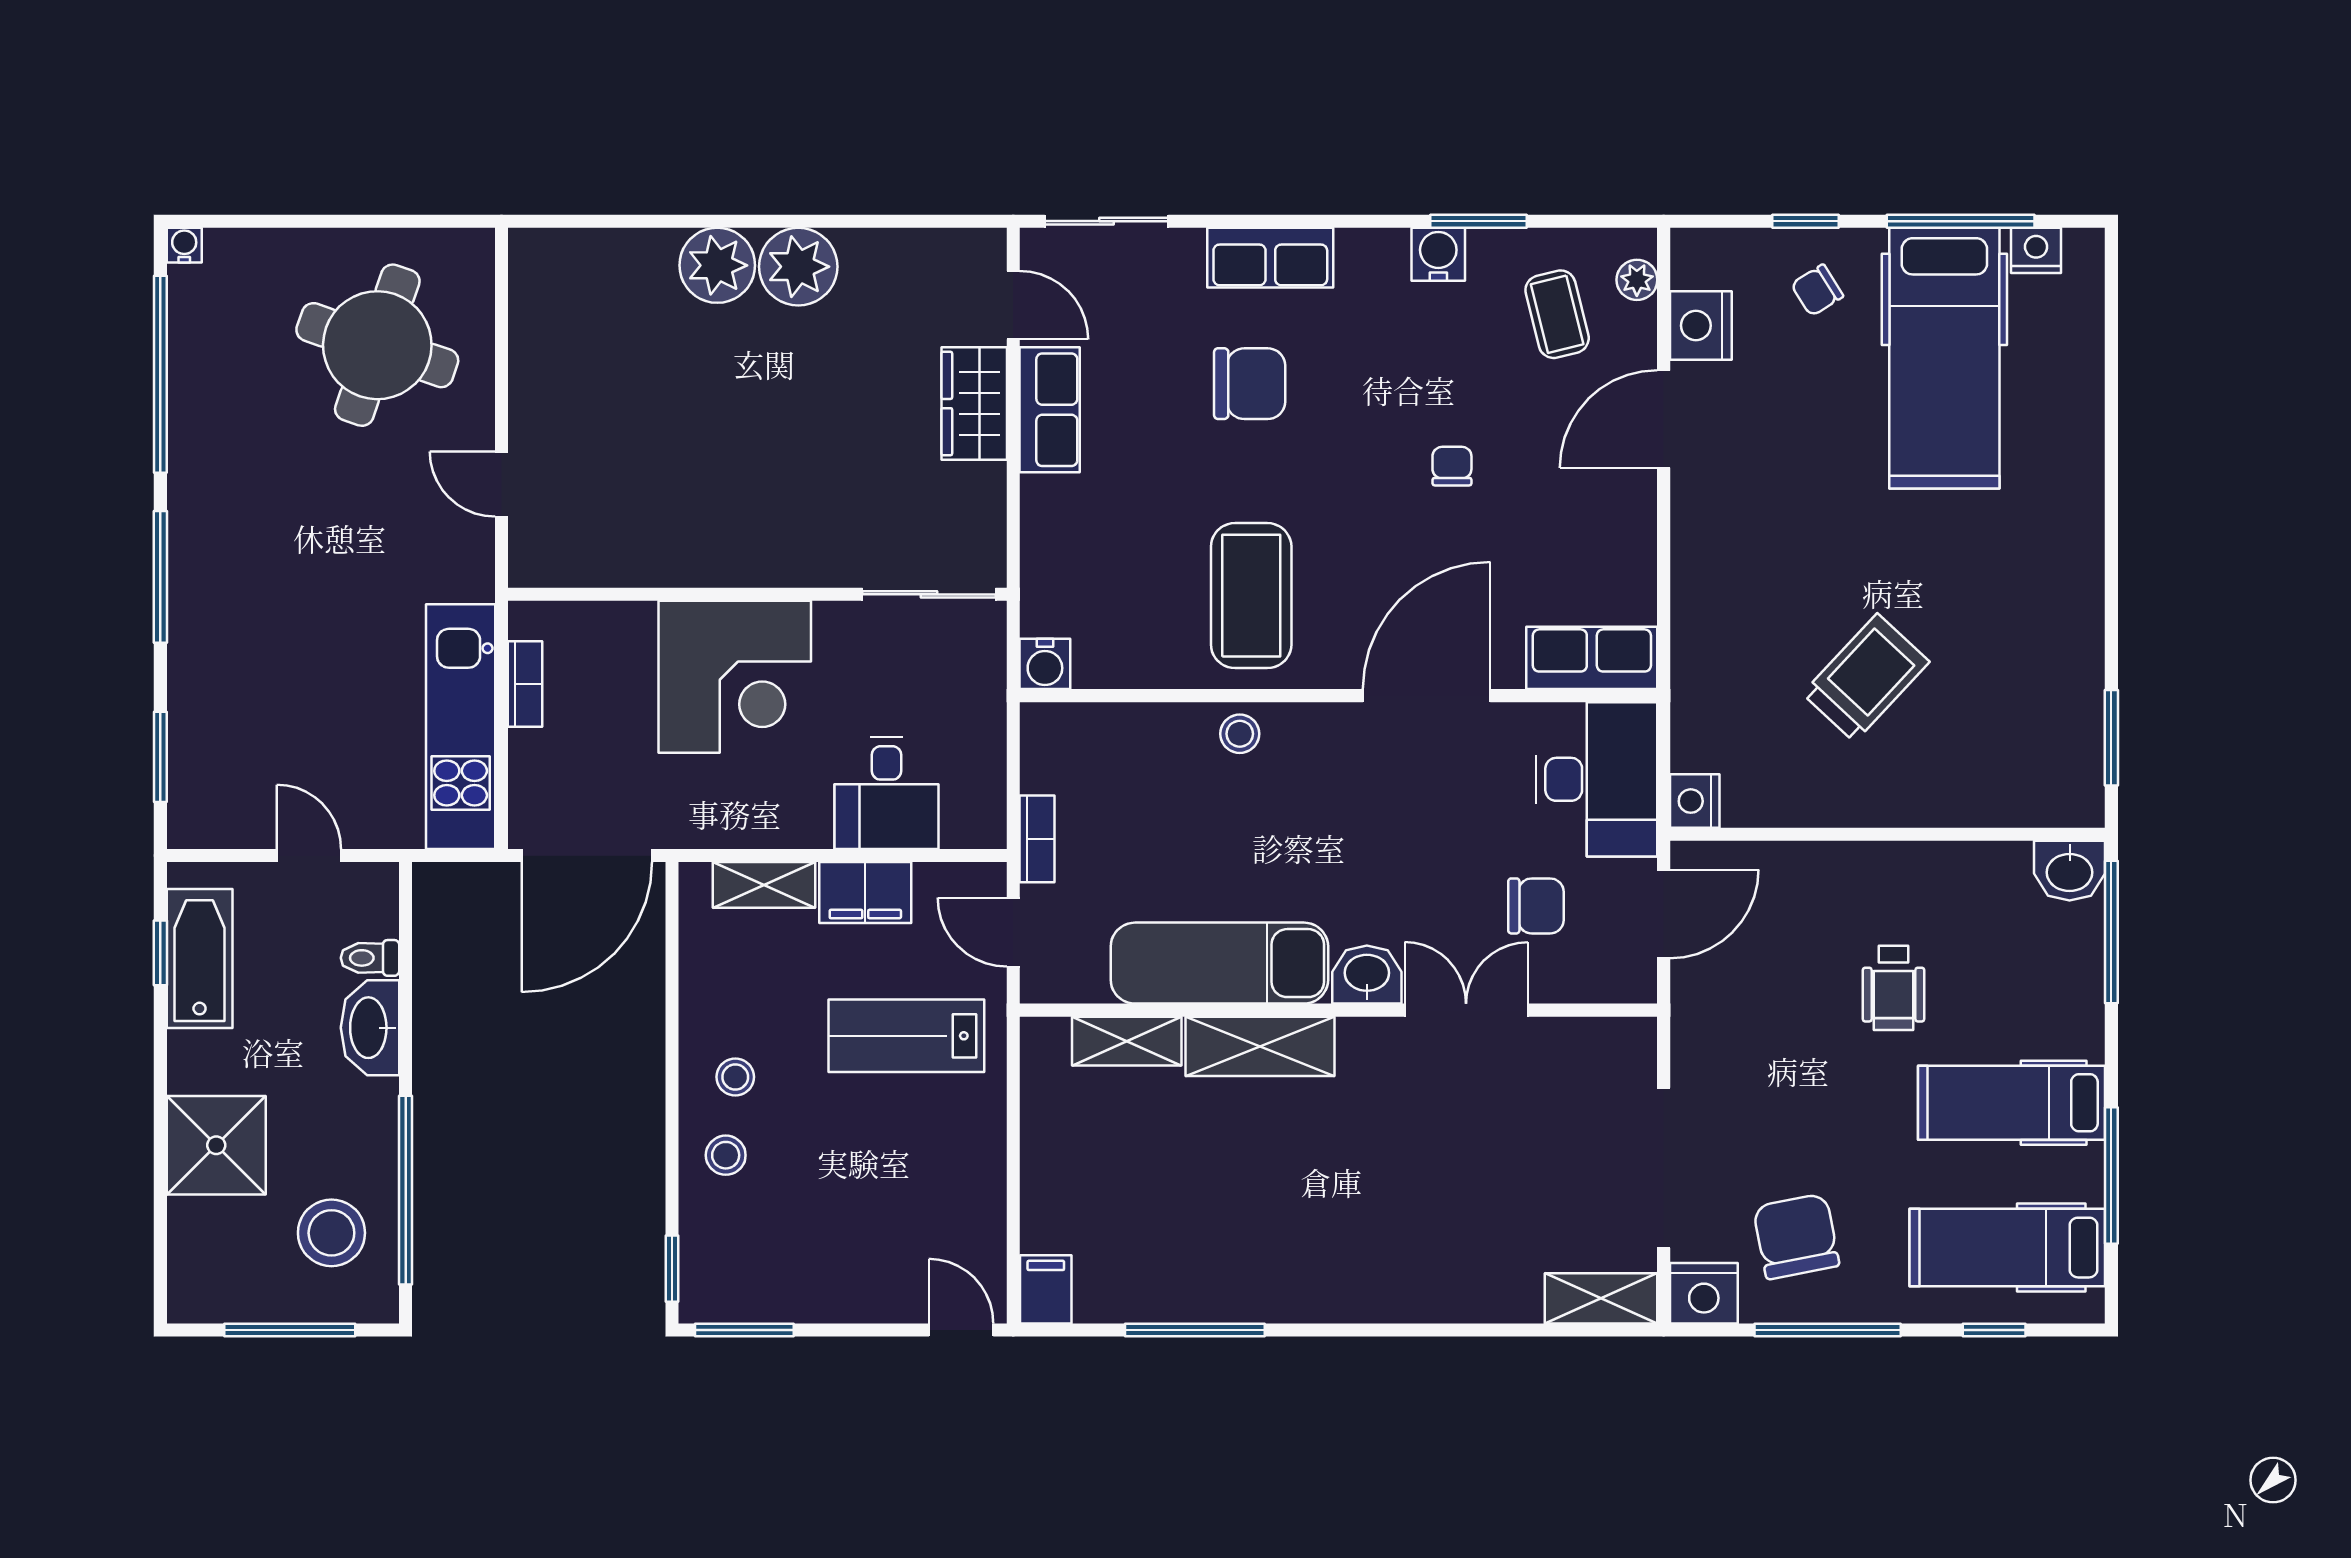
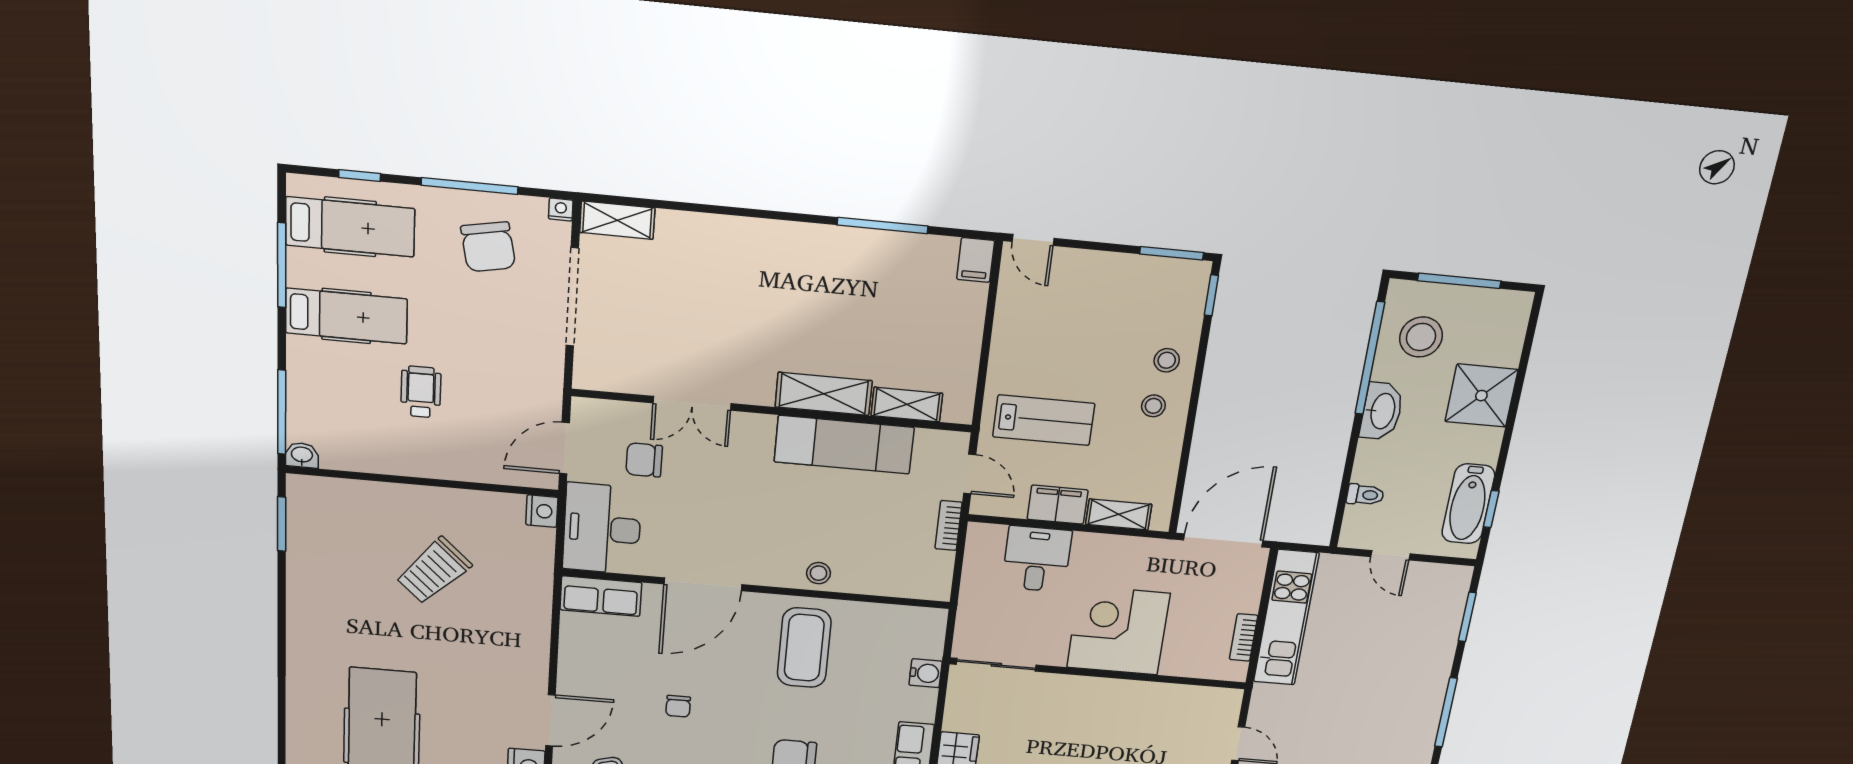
water cooler: (1045, 664) -> (926, 673), moved, turned 90
washbasin: (2070, 871) -> (302, 455), width x0.72, depth x0.69
washbasin: (1367, 975) -> (753, 430), removed
washbasin: (370, 1028) -> (1382, 411), moved
nightstand: (1704, 1293) -> (561, 210), width x0.53, depth x0.56

